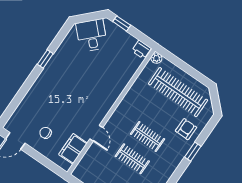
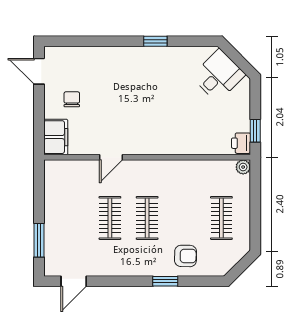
window: (122, 23) -> (255, 131), moved
clothes rail: (178, 92) -> (221, 218), width x0.54, depth x0.76
filing cabinet: (73, 149) -> (56, 137), moved, turned 90

